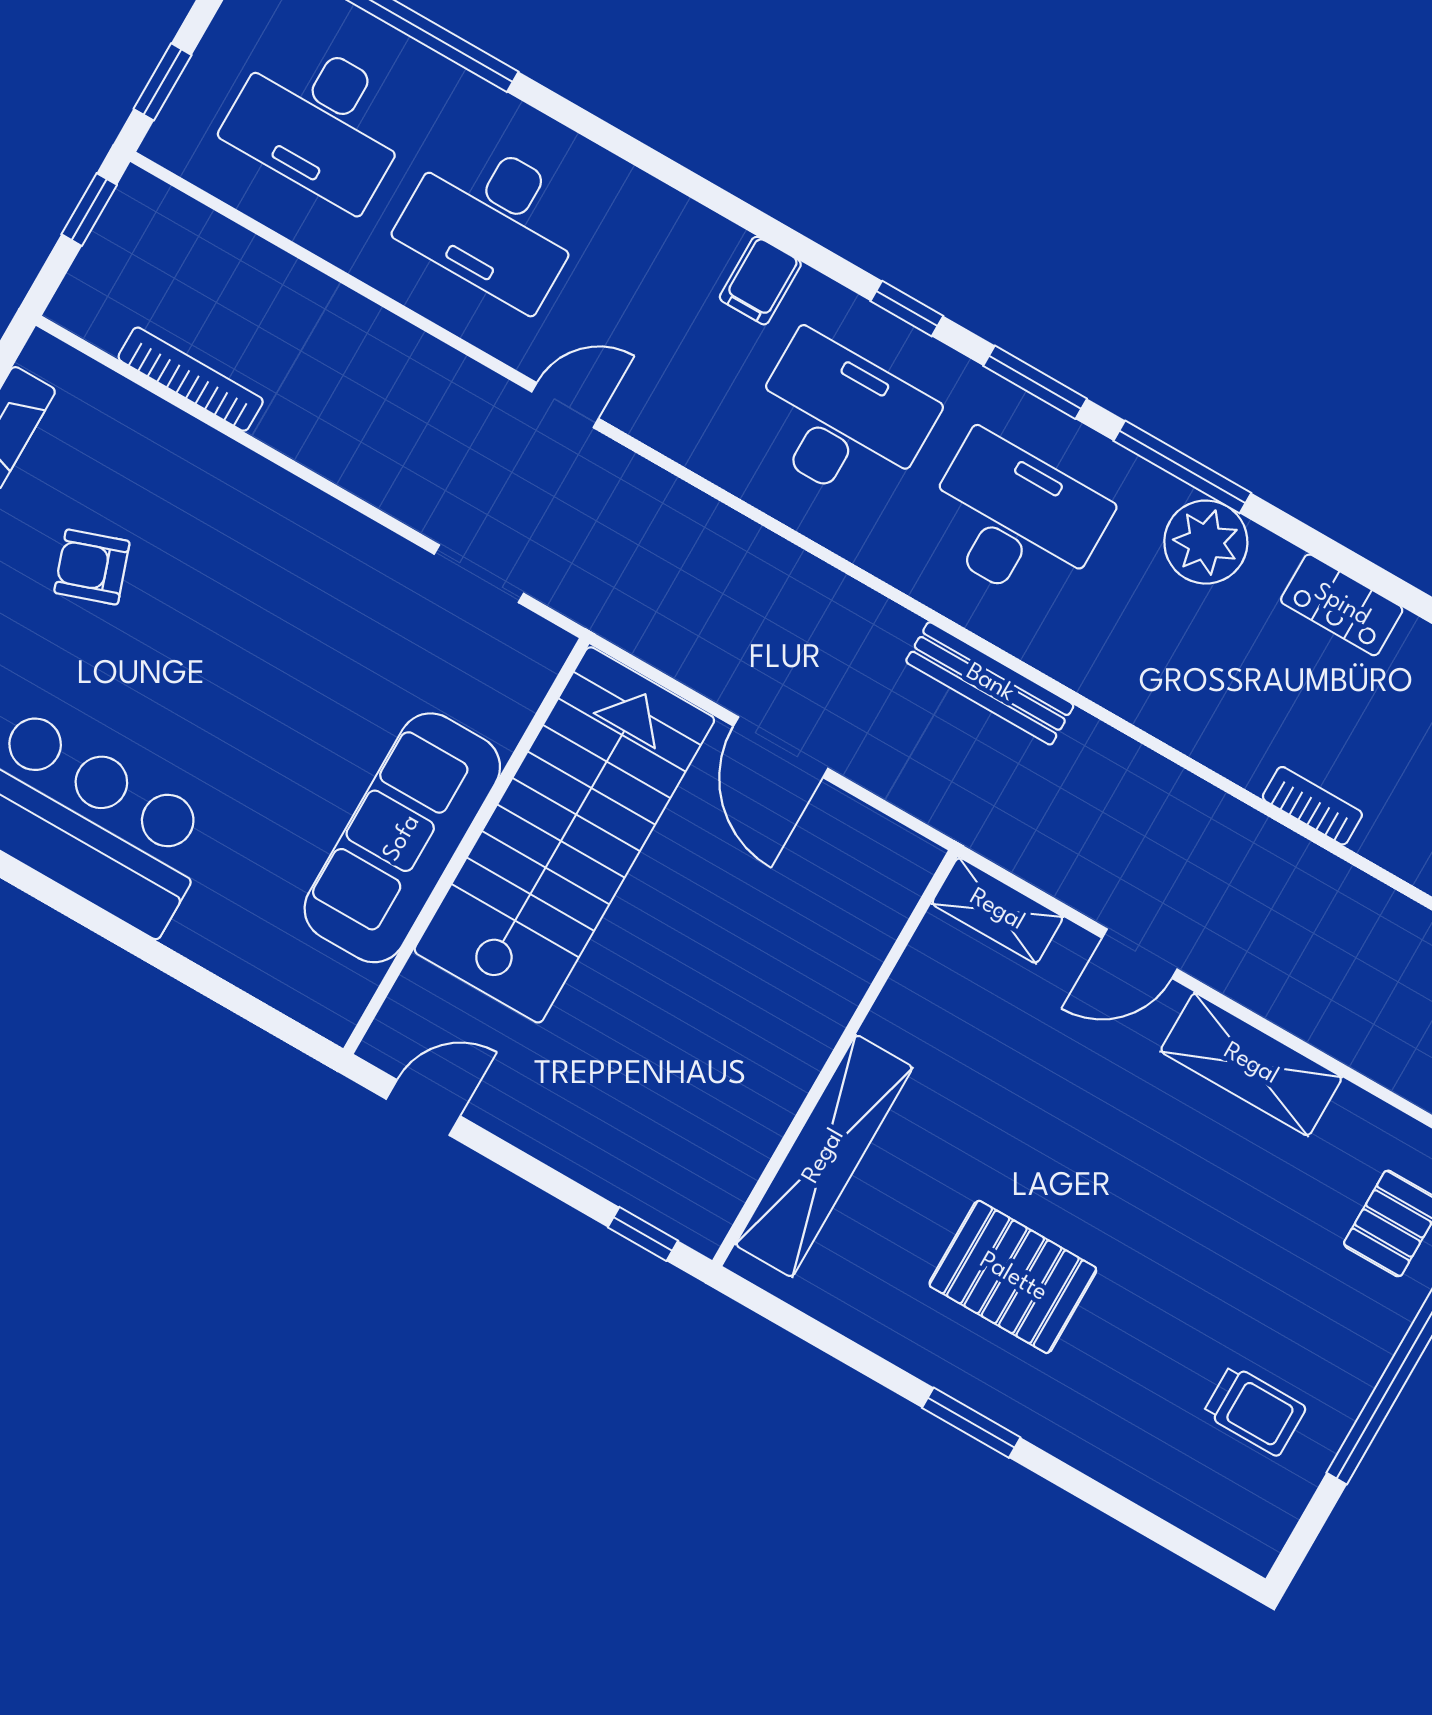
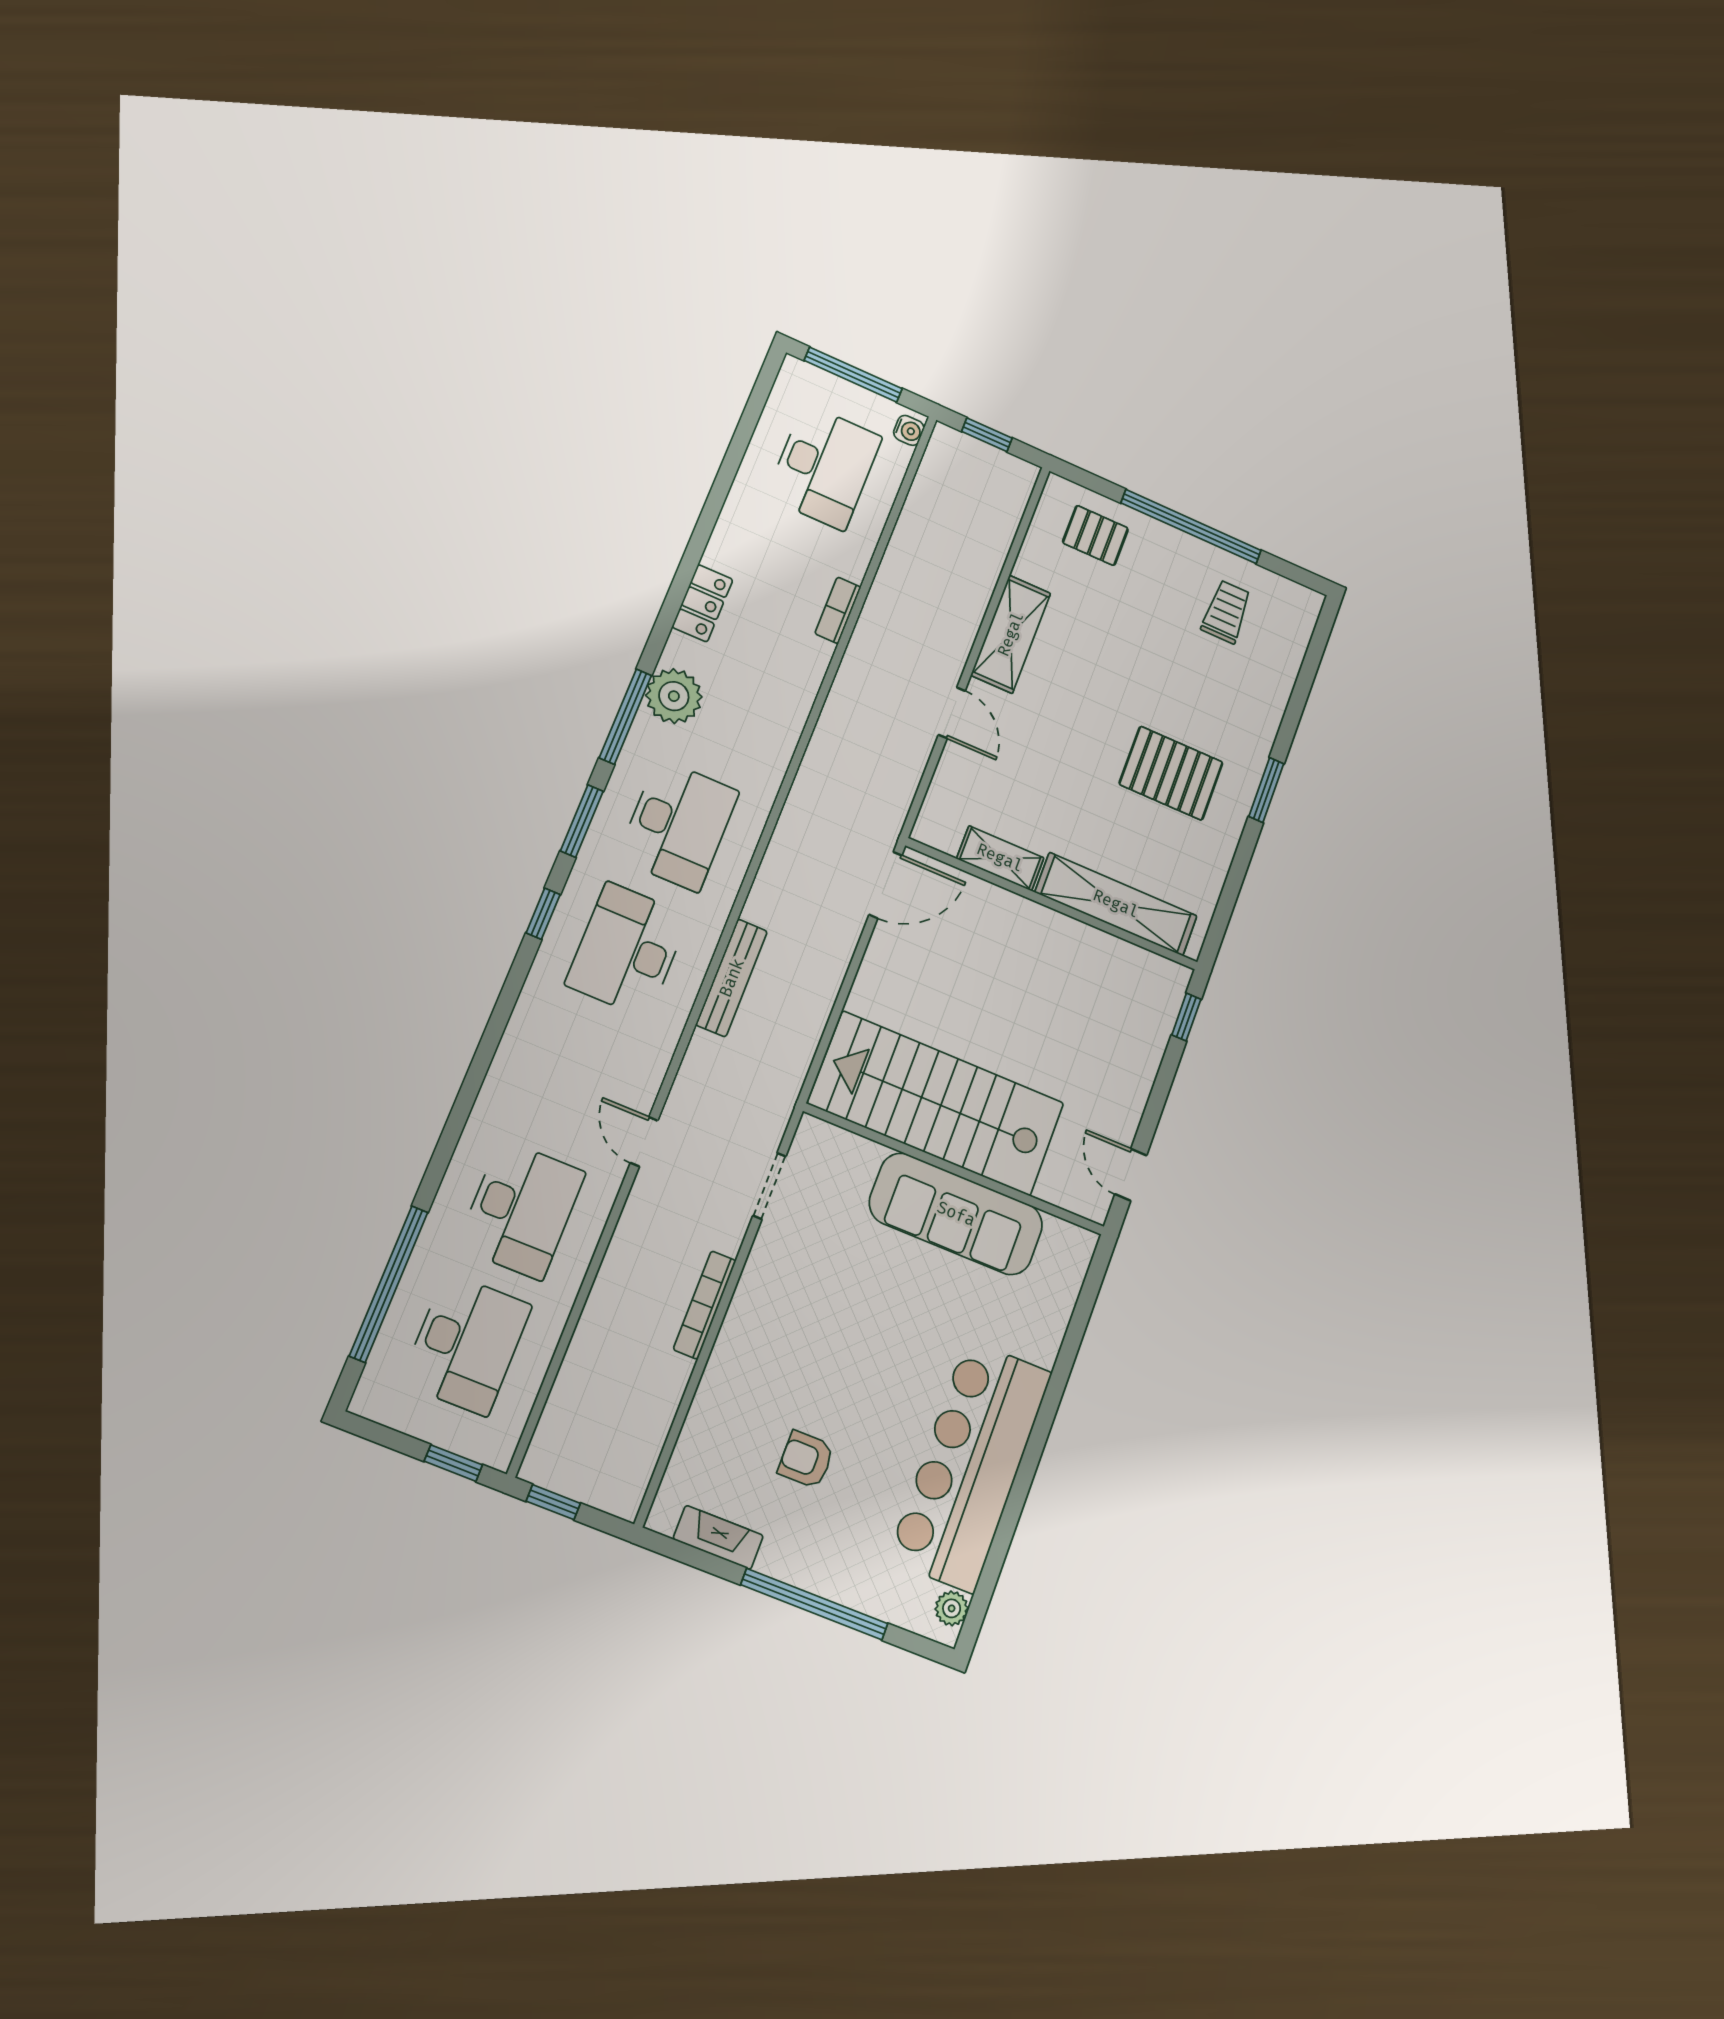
filing cabinet: (760, 281) -> (538, 1017), removed
bookcase: (191, 379) -> (705, 1305), moved
desk: (1015, 520) -> (678, 825), turned 180
armchair: (92, 567) -> (806, 1460), turned 109
bench: (990, 683) -> (732, 978), moved
door: (781, 747) -> (886, 885), moved
shelving: (997, 910) -> (1000, 858), moved, turned 90
pallet: (1013, 1277) -> (1171, 773), turned 90

